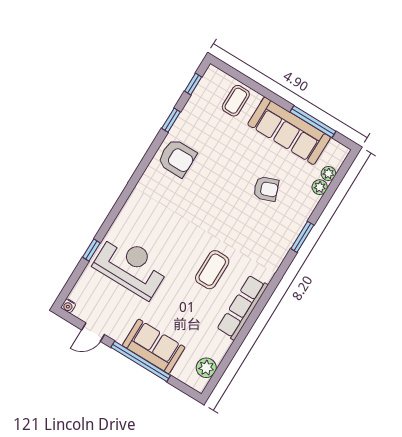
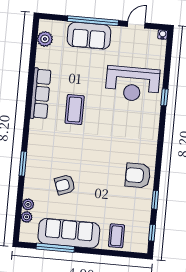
window: (91, 250) -> (164, 97), moved

